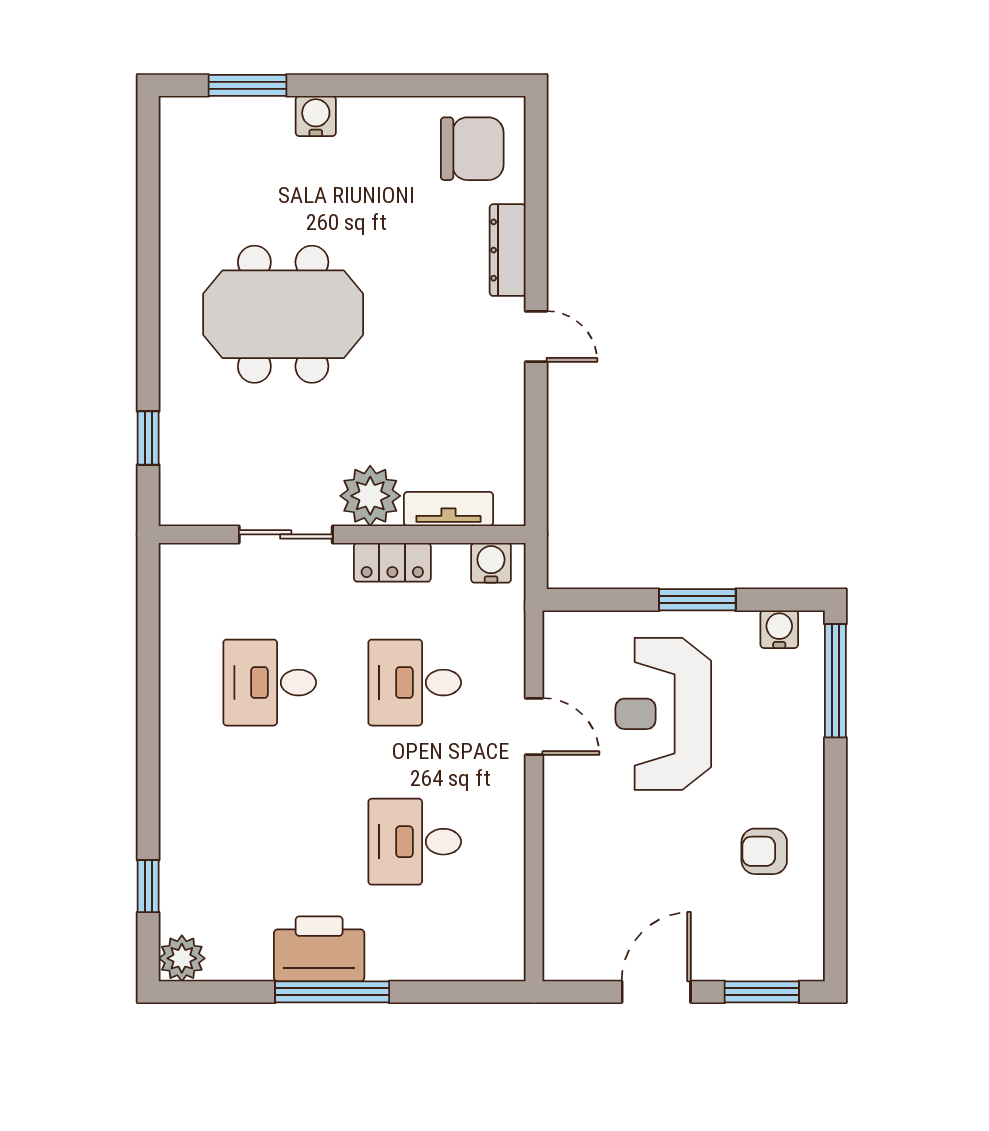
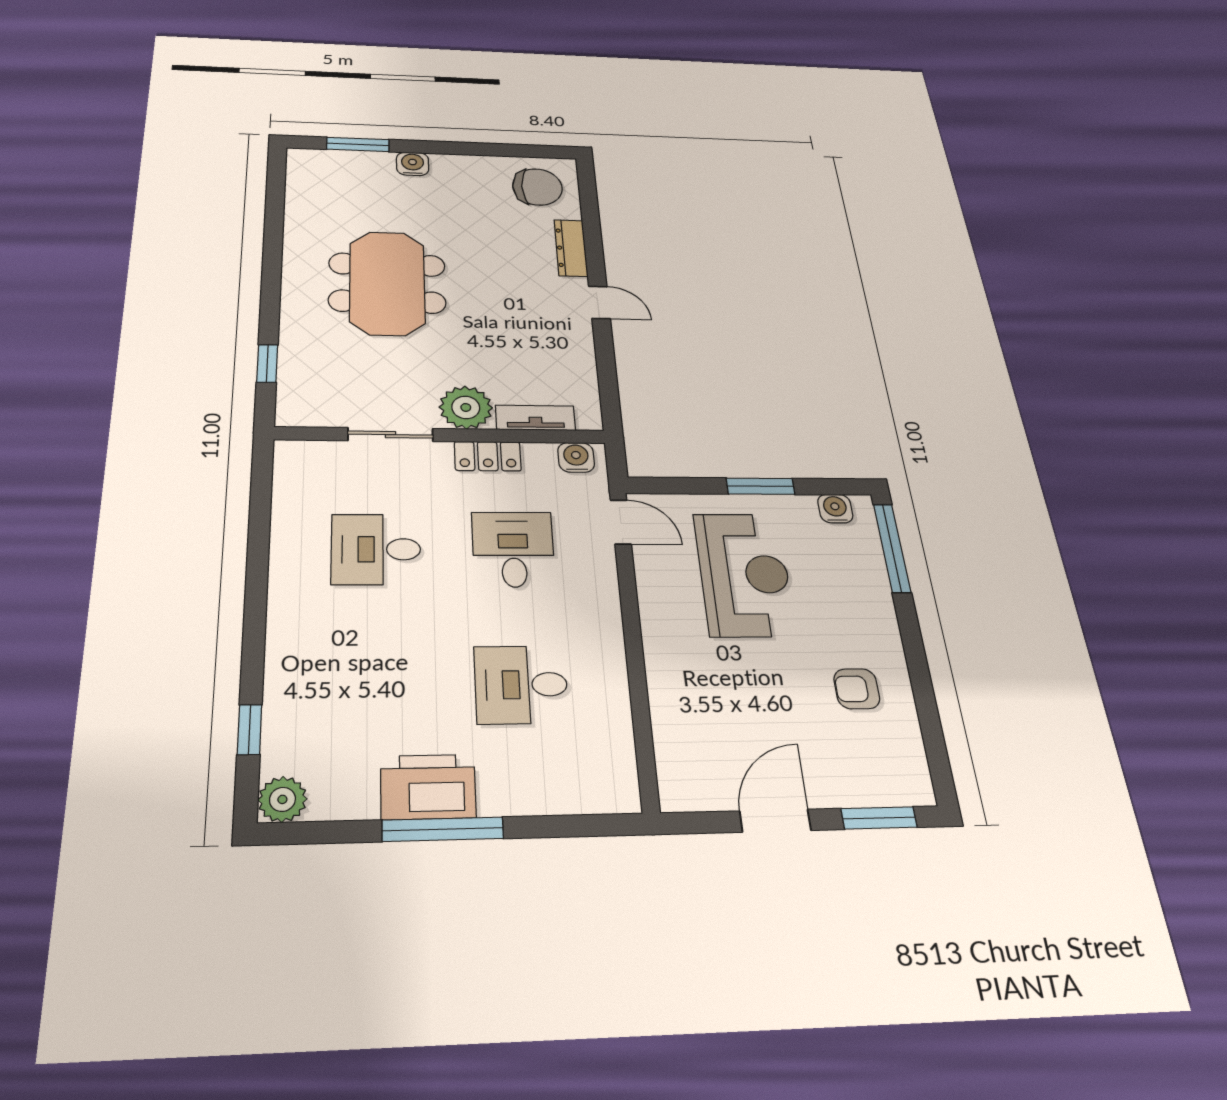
meeting table: (283, 314) -> (387, 283), turned 90
desk: (415, 683) -> (513, 549), turned 90
reception desk: (663, 714) -> (744, 574), turned 180
door: (534, 726) -> (621, 522), moved

